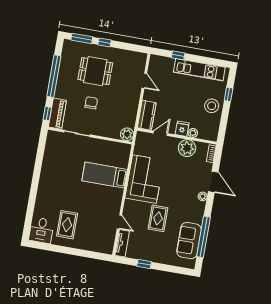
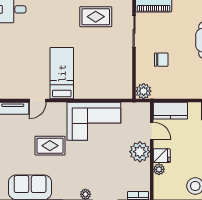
chair: (91, 103) -> (161, 60), moved
plant: (187, 148) -> (140, 152), moved
bed: (105, 175) -> (62, 73), moved
rug: (67, 225) -> (96, 17), moved

